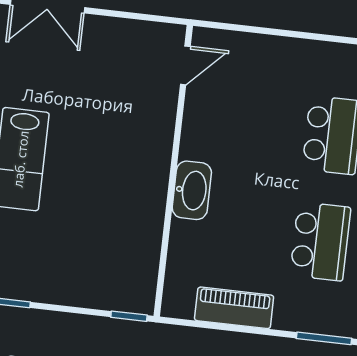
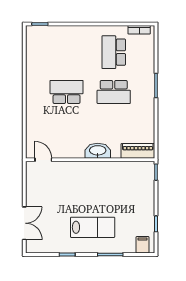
school desk: (320, 241) -> (114, 92), turned 180
piano: (234, 308) -> (138, 151), moved, turned 90

